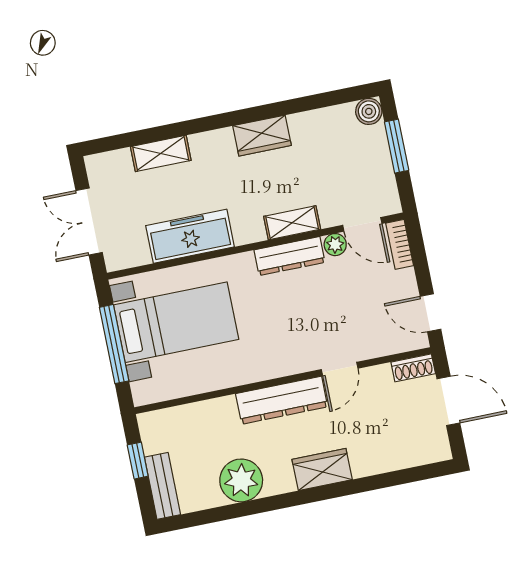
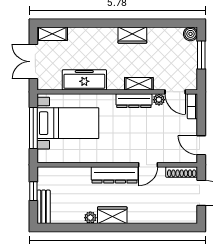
shelving: (161, 153) -> (52, 34), moved
shoe rack: (413, 368) -> (182, 172), width x1.43
wardrobe: (322, 469) -> (112, 215), moved
plant: (241, 480) -> (90, 218), width x0.53, depth x0.53

